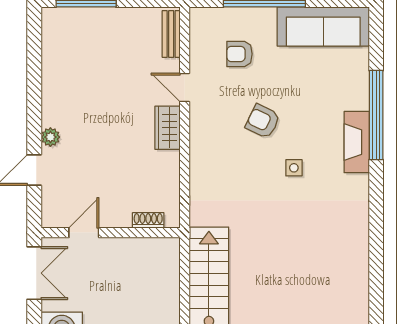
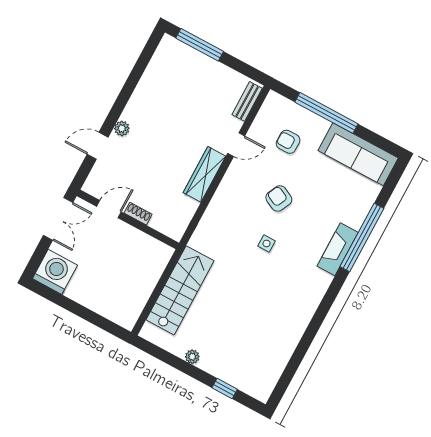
door: (185, 87) -> (236, 145), swing flipped
wardrobe: (168, 128) -> (204, 174), width x1.50
side table: (294, 168) -> (267, 243), moved
shoe rack: (148, 220) -> (138, 214), moved

